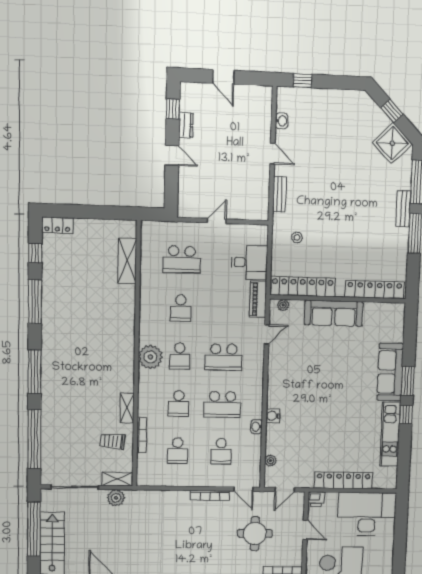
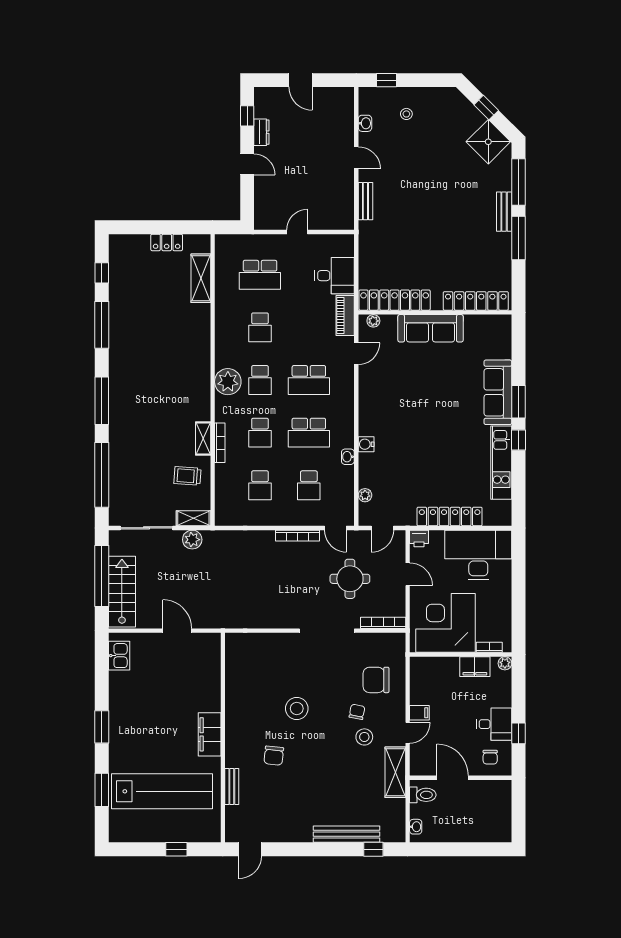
locker: (57, 225) -> (167, 242), moved
stool: (297, 238) -> (406, 114), moved
bookcase: (142, 435) -> (220, 443), moved

